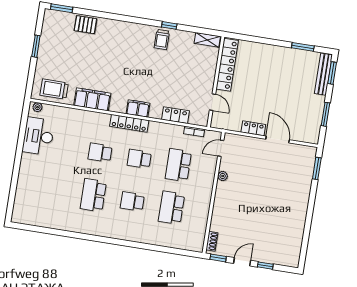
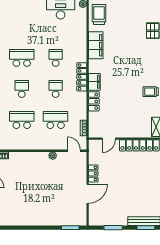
locker: (175, 115) -> (94, 101), moved

